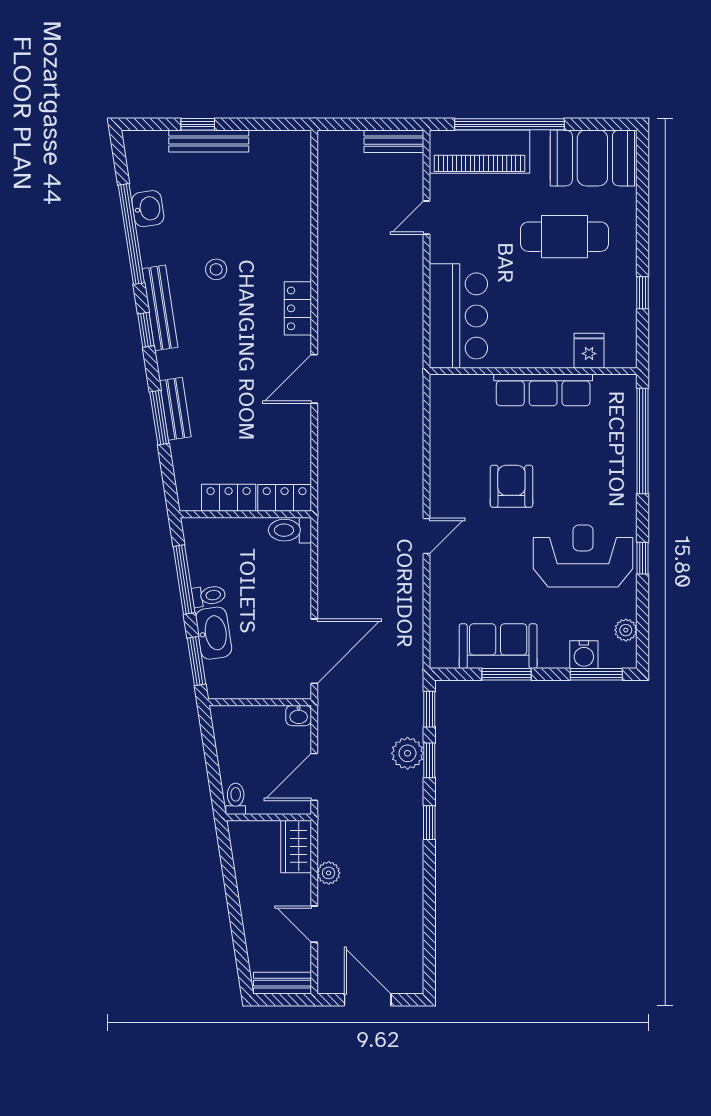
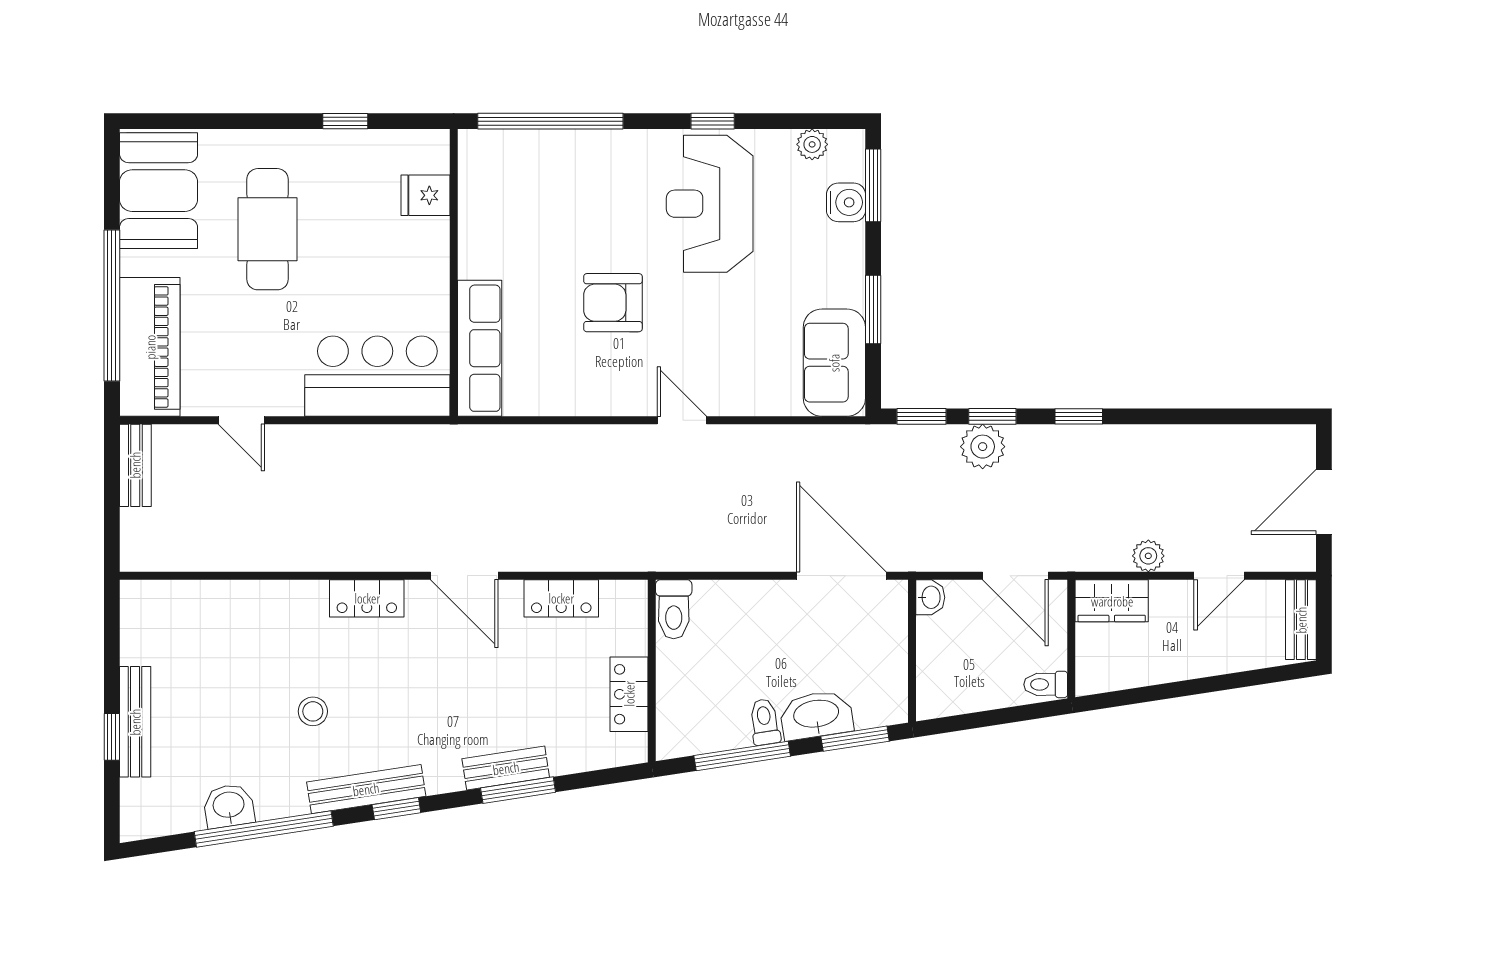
row of seats: (543, 390) -> (480, 348), moved
locker: (285, 498) -> (561, 598), moved, turned -90
sofa: (498, 646) -> (834, 363), moved

